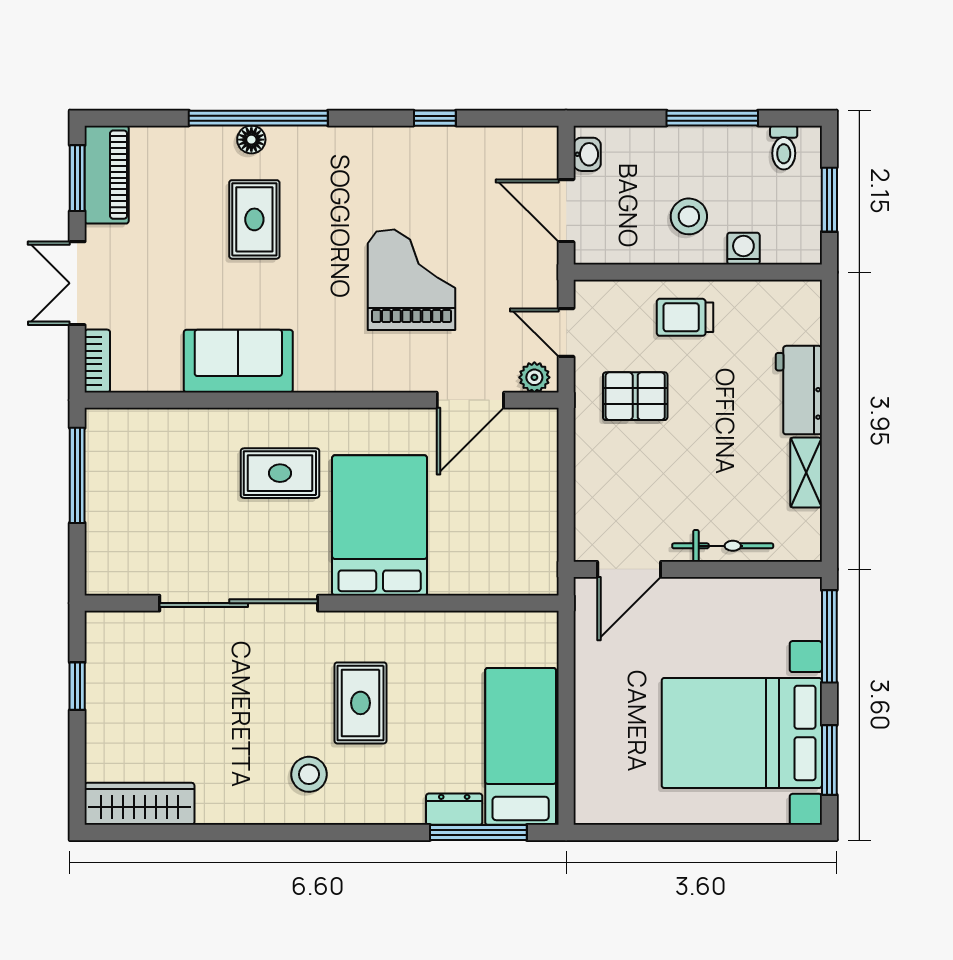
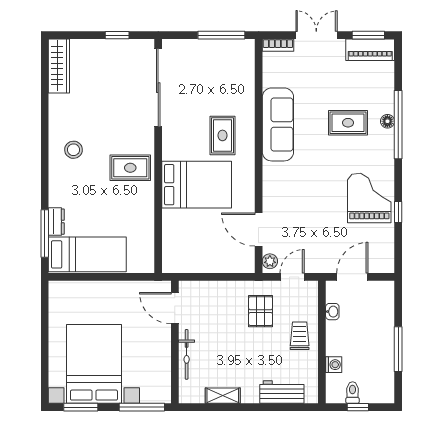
toilet: (784, 148) -> (353, 393), moved, turned 90
washbasin: (587, 154) -> (332, 312), moved, turned -90
window: (829, 200) -> (358, 407), width x0.67
stool: (689, 216) -> (349, 338), removed
grand piano: (412, 280) -> (369, 198), moved, turned -90
sofa: (238, 361) -> (278, 124), width x1.36
workbench: (799, 390) -> (282, 392), moved
sliding door: (239, 603) -> (158, 88), moved
rug: (361, 703) -> (130, 168), moved

